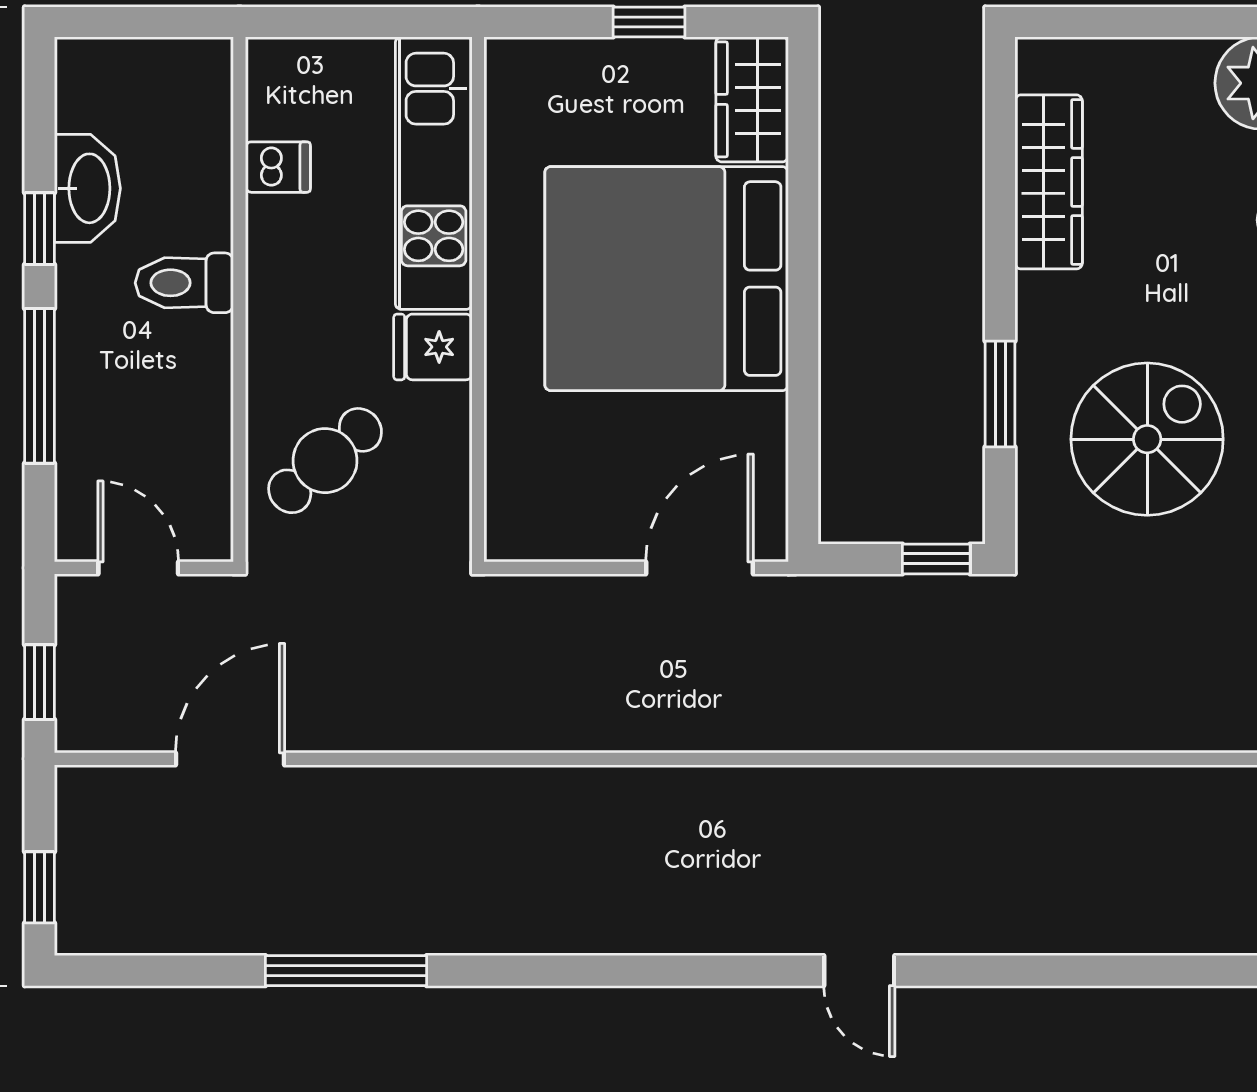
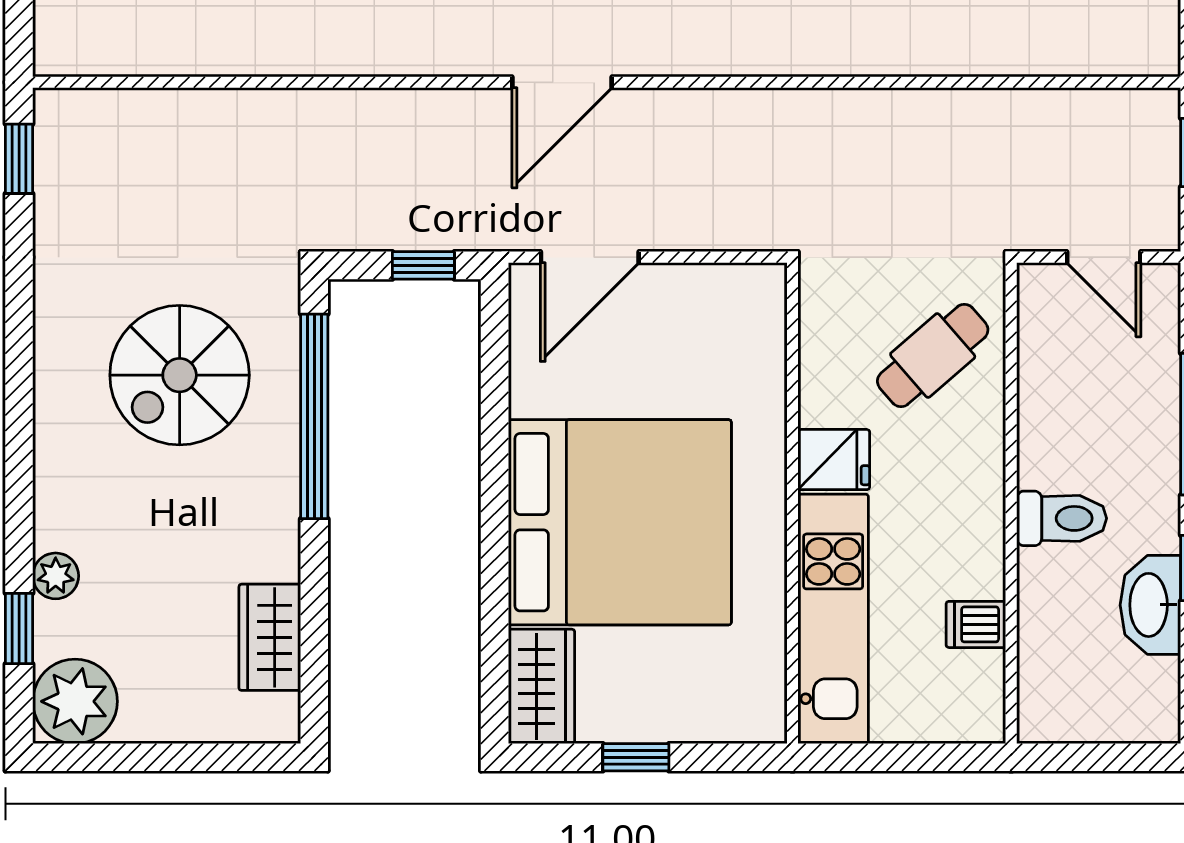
wardrobe: (1049, 182) -> (270, 637), width x0.67
window: (1000, 394) -> (314, 416), width x2.11
window: (936, 559) -> (423, 265), moved
door: (230, 759) -> (562, 82), moved

